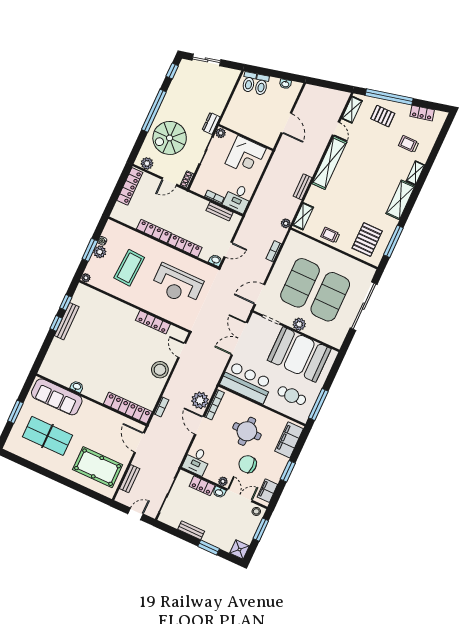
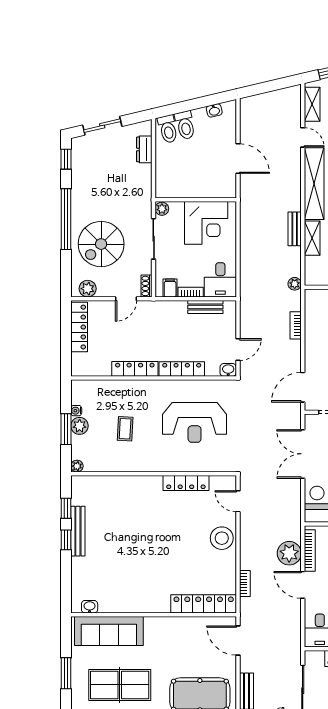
dresser: (211, 123) -> (144, 149), moved
filing cabinet: (202, 188) -> (170, 288), added
shelving: (303, 216) -> (312, 238), moved
coffee table: (129, 268) -> (125, 429), width x0.54, depth x0.58
washbasin: (77, 387) -> (90, 607), moved

